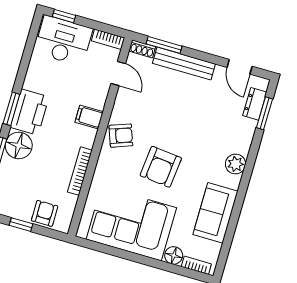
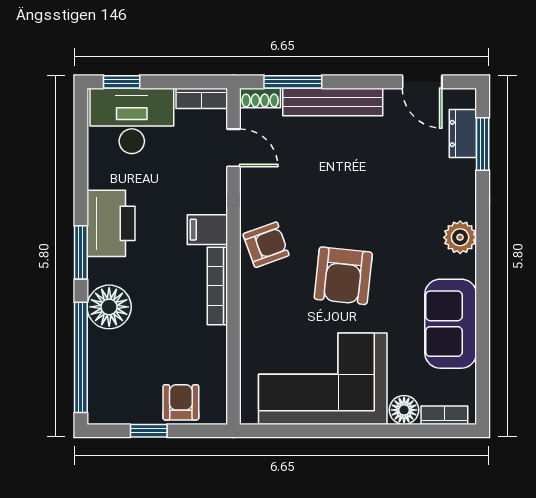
printer: (30, 112) -> (111, 223), moved
bookcase: (80, 171) -> (217, 286), moved

